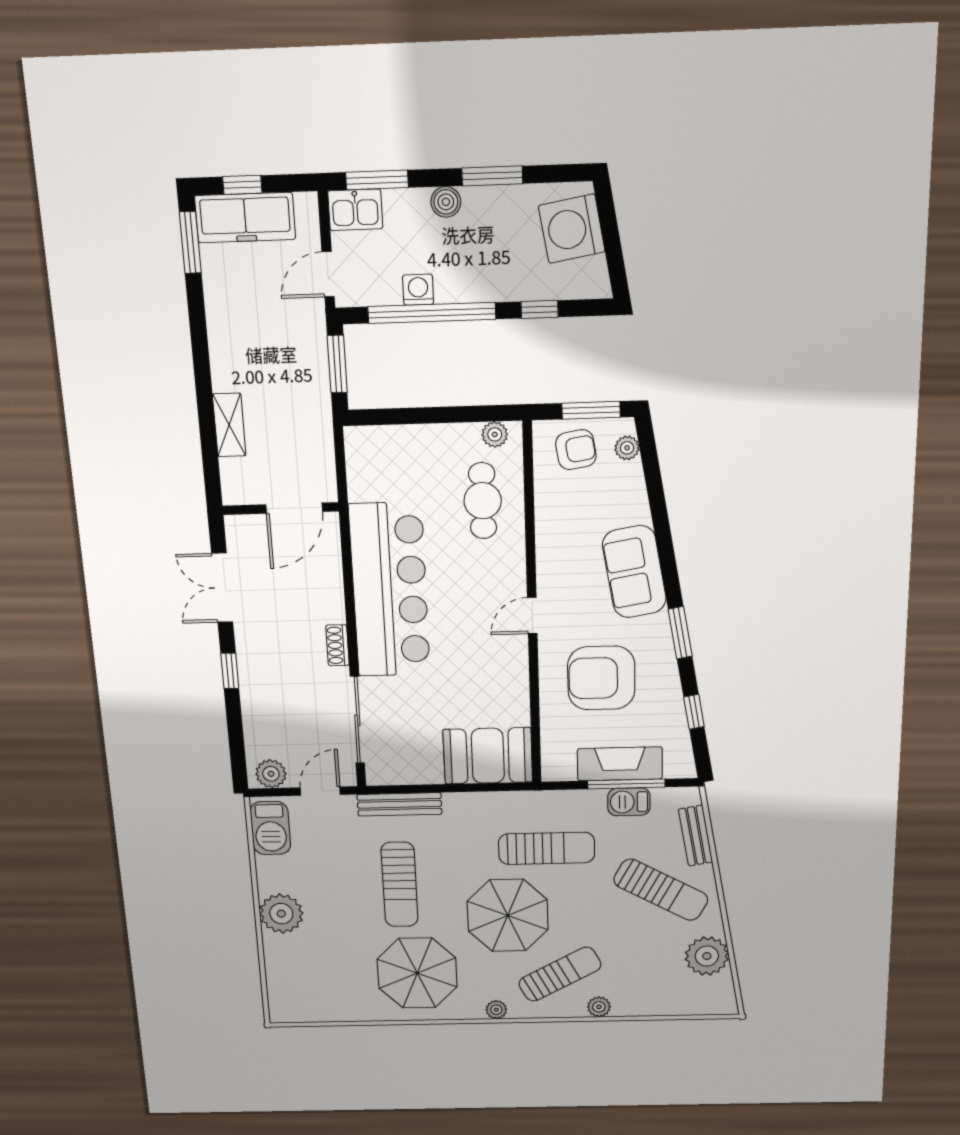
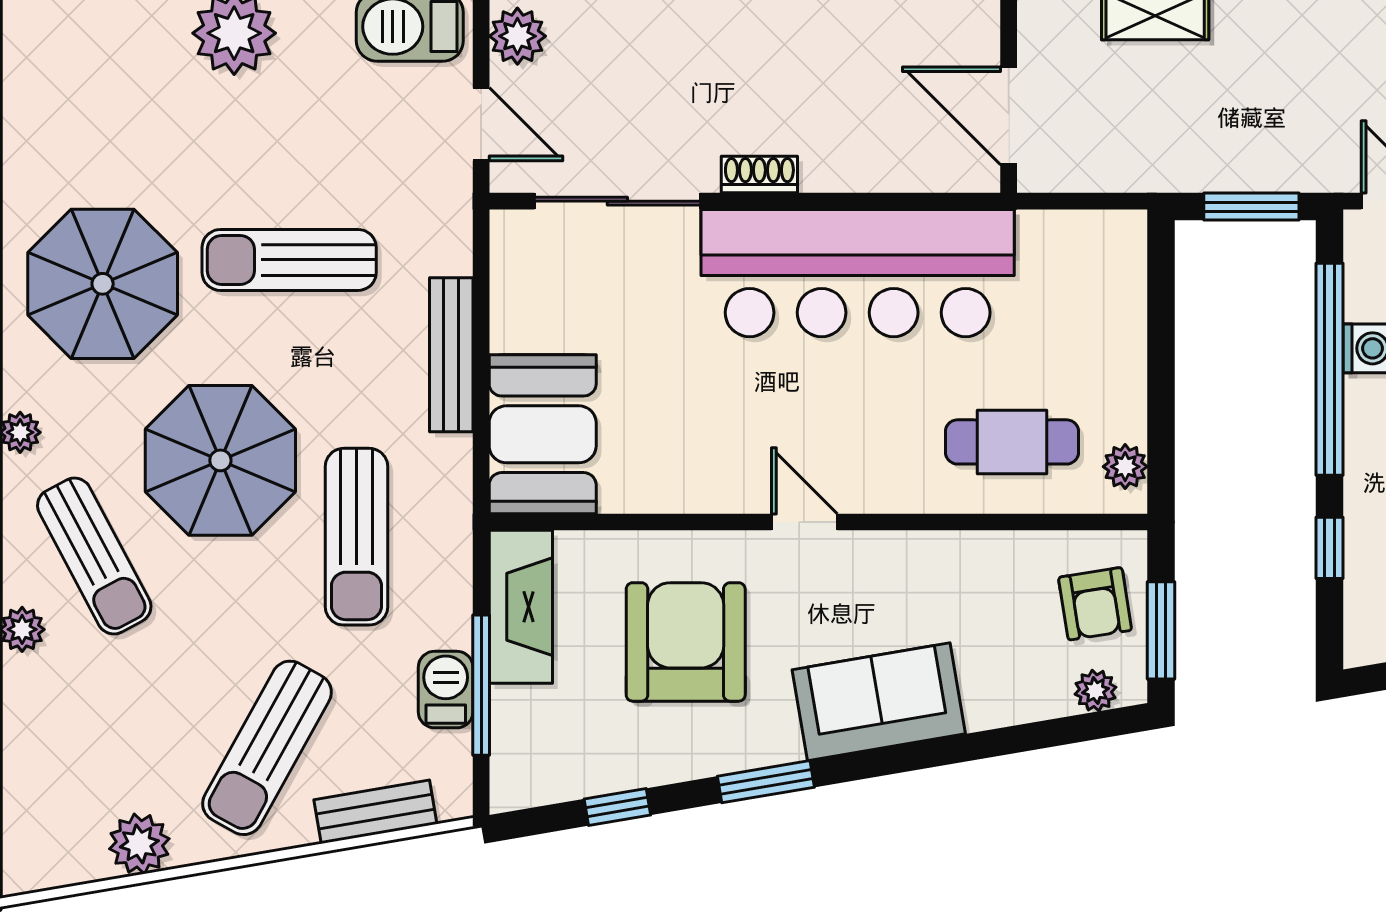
fireplace: (620, 764) -> (521, 607), moved
bench: (399, 804) -> (451, 355), moved
plant: (707, 956) -> (139, 844), width x0.73, depth x0.73

